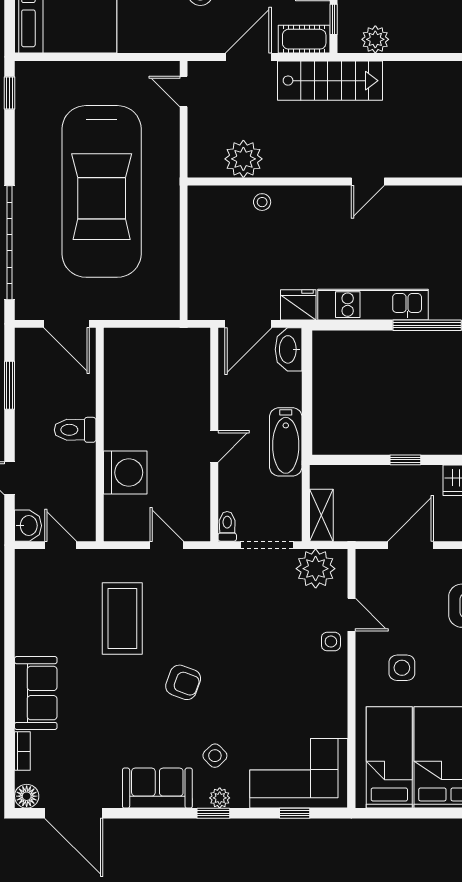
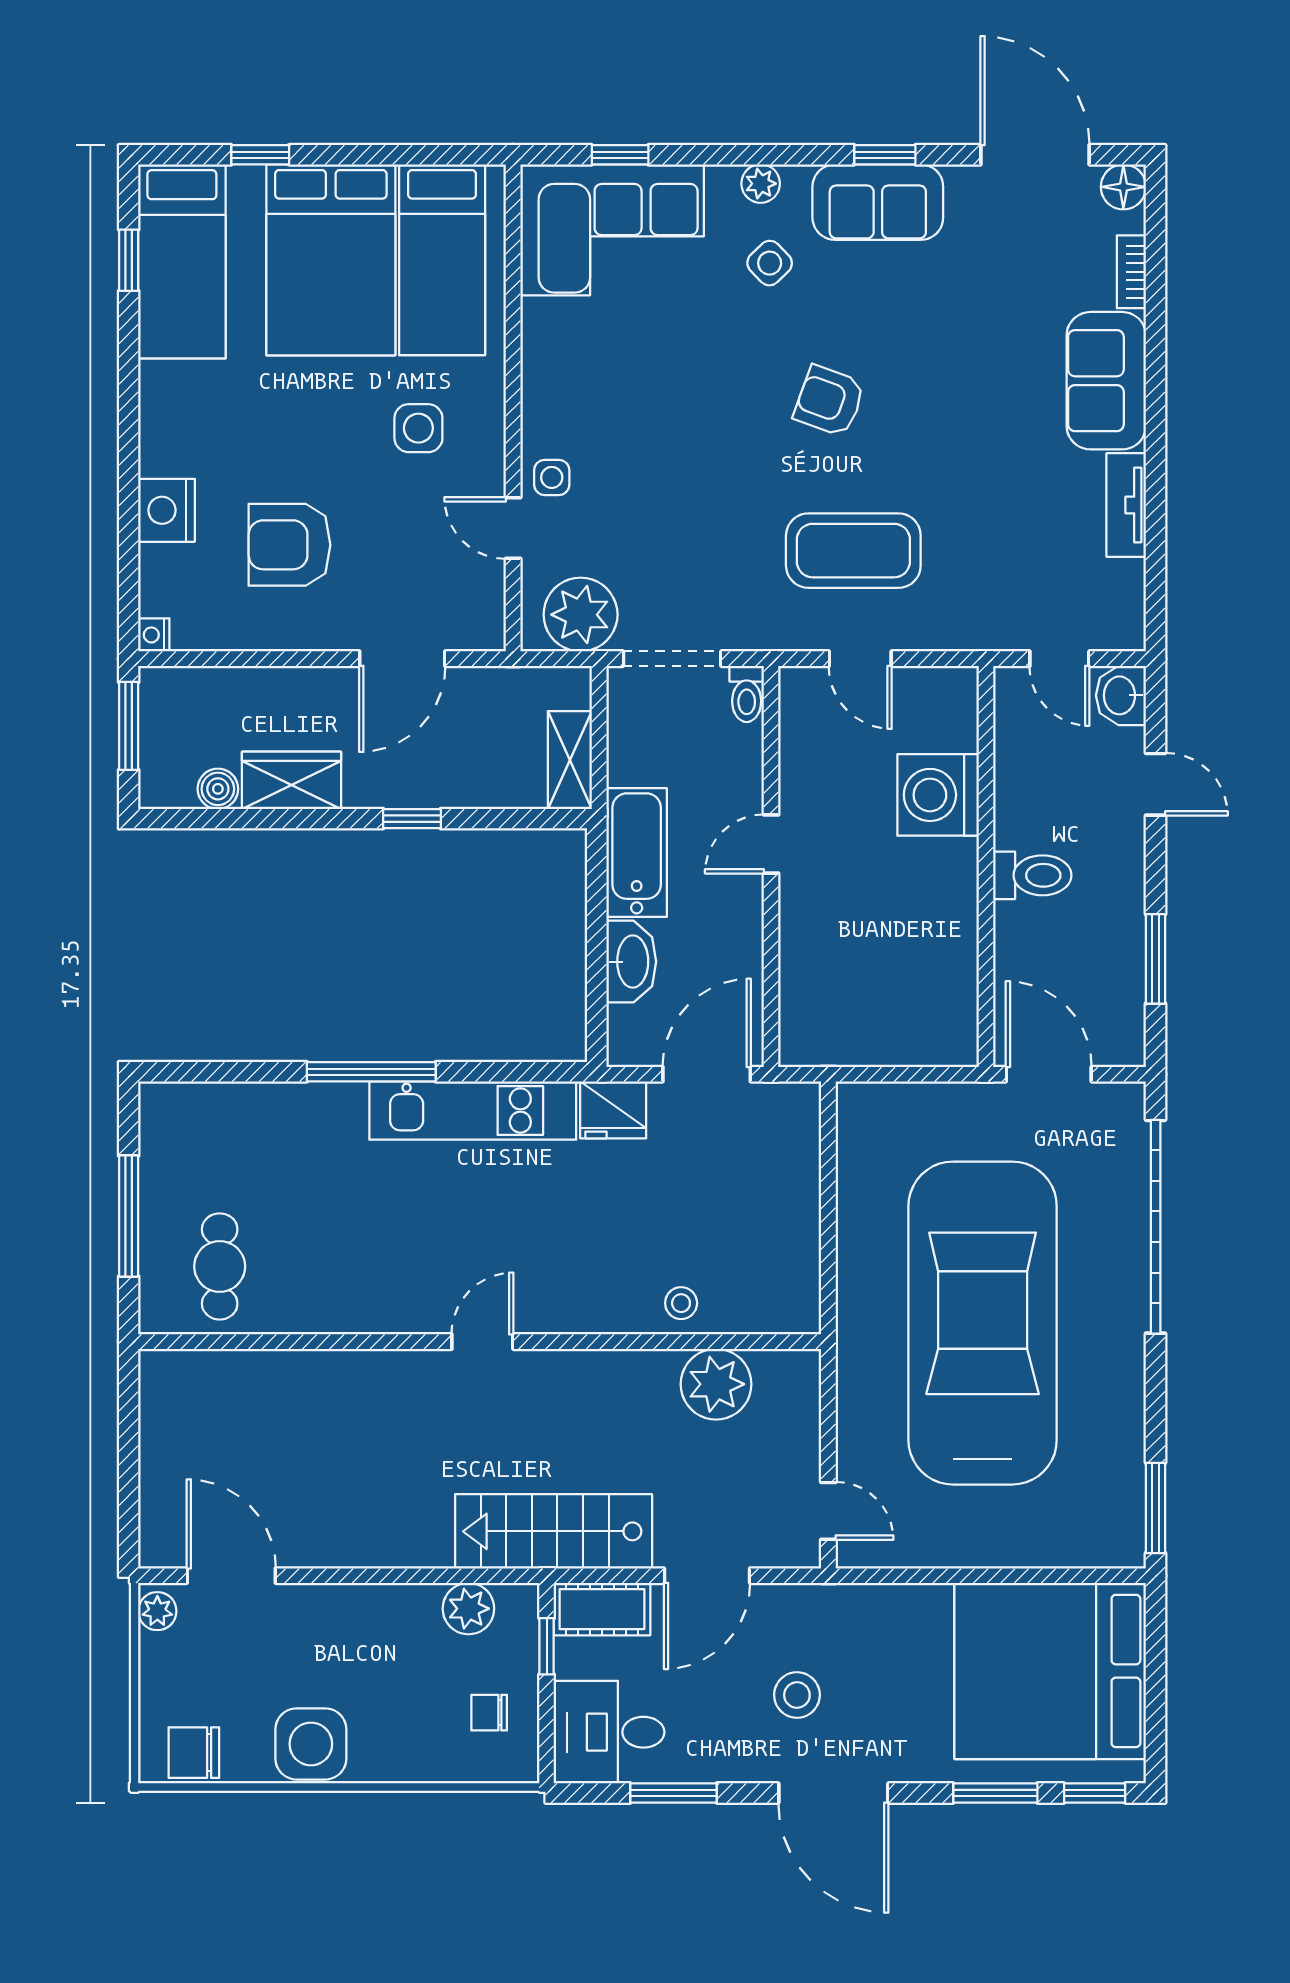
window: (10, 93) -> (1156, 1508), width x1.50
washbasin: (289, 349) -> (631, 962), moved
shelving: (321, 515) -> (570, 760), moved
coffee table: (122, 618) -> (853, 551), moved, turned 90
tv unit: (25, 627) -> (1126, 505), added
window: (213, 813) -> (885, 155), moved

